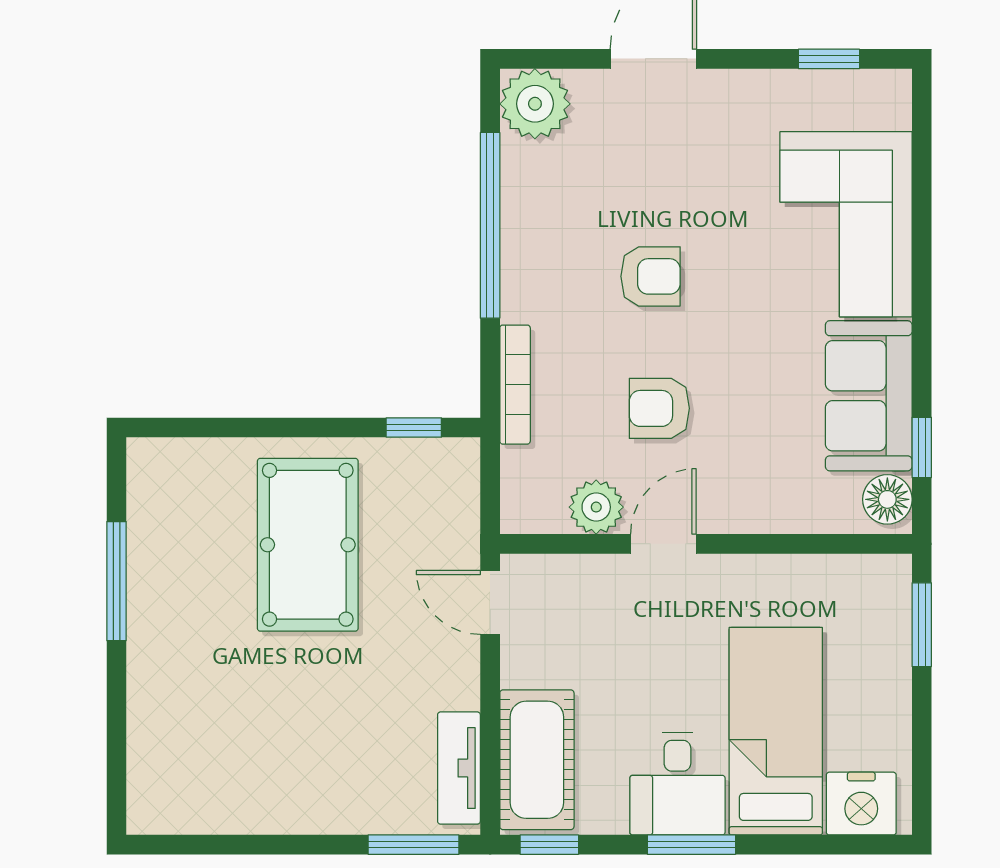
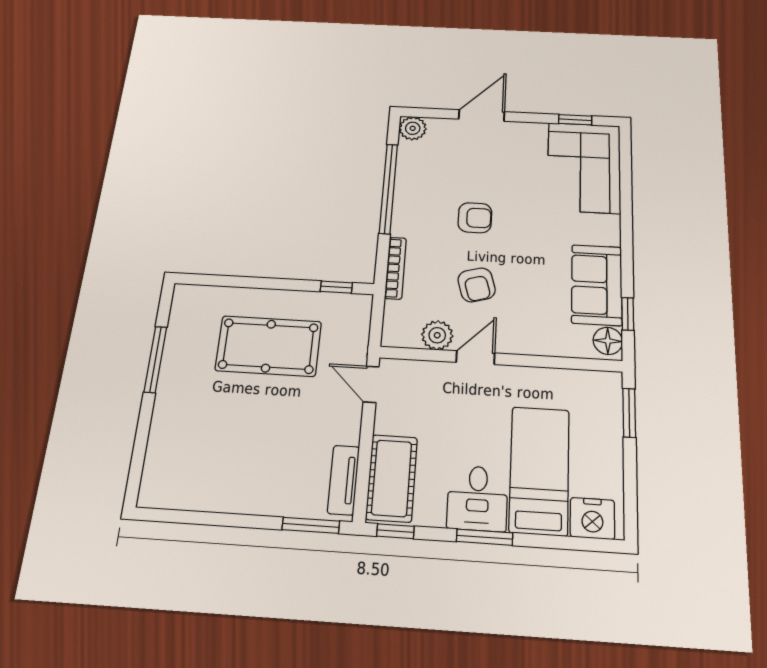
plant: (535, 104) -> (413, 128), width x0.73, depth x0.73
corner sofa: (846, 224) -> (584, 168), moved
armchair: (659, 408) -> (477, 285), turned -106
pool table: (308, 545) -> (268, 346), turned 90

